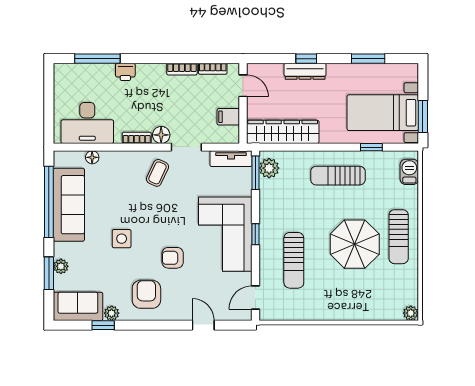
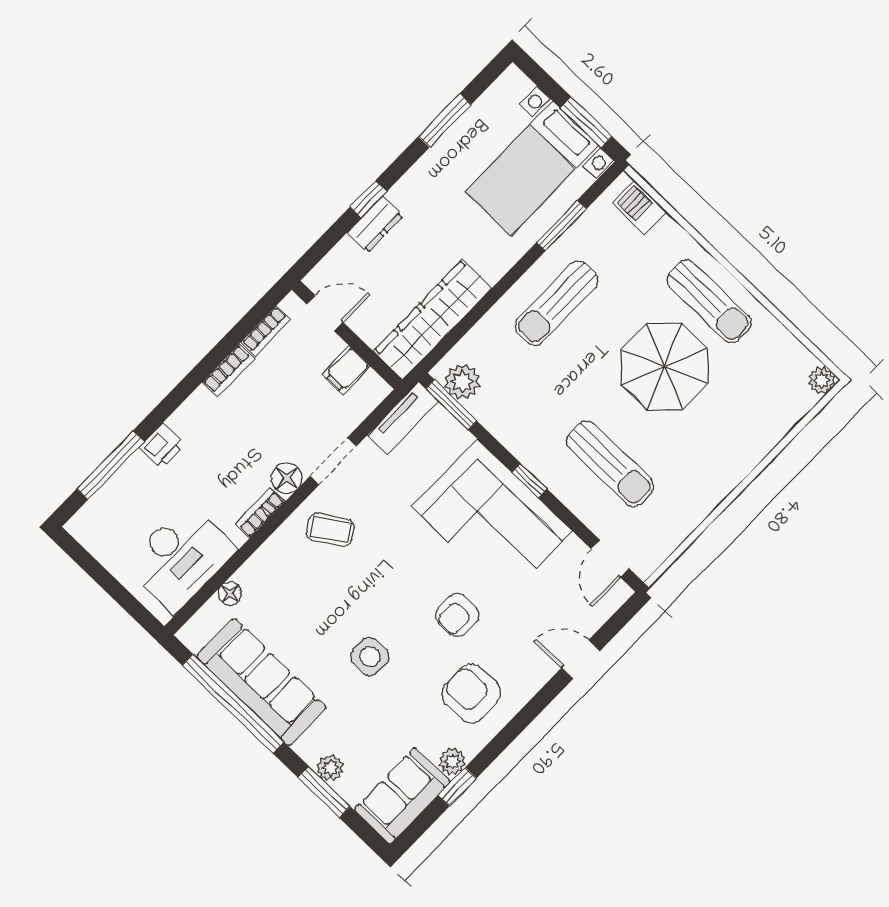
dresser: (305, 71) -> (375, 224), width x0.70
window: (371, 147) -> (561, 226), width x1.50
coffee table: (157, 173) -> (330, 530), turned -58

